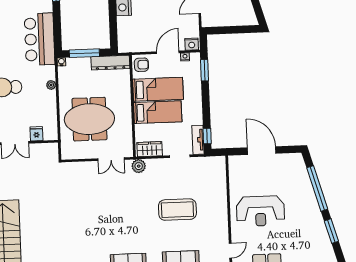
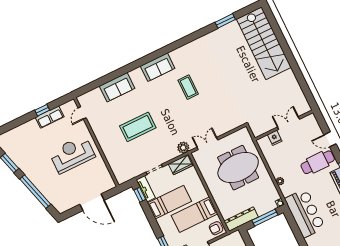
bed: (158, 112) -> (169, 202), moved, turned 180
coffee table: (105, 228) -> (188, 87), added

